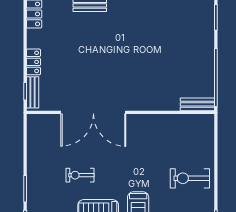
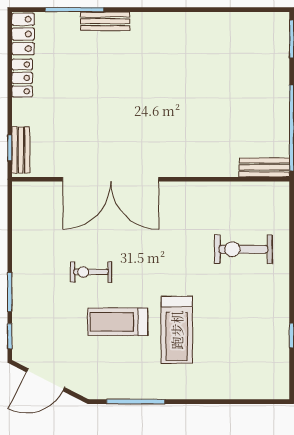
locker: (33, 62) -> (22, 78), moved
exercise bike: (190, 178) -> (243, 249), moved

